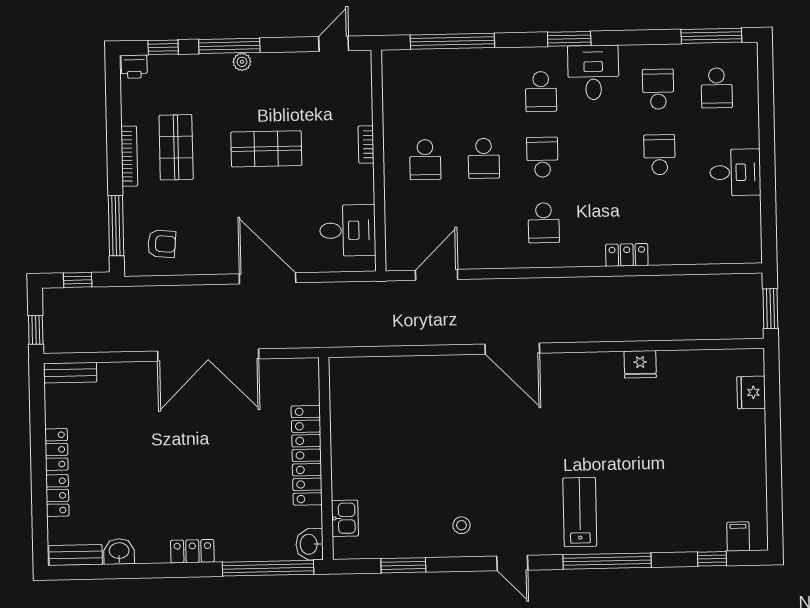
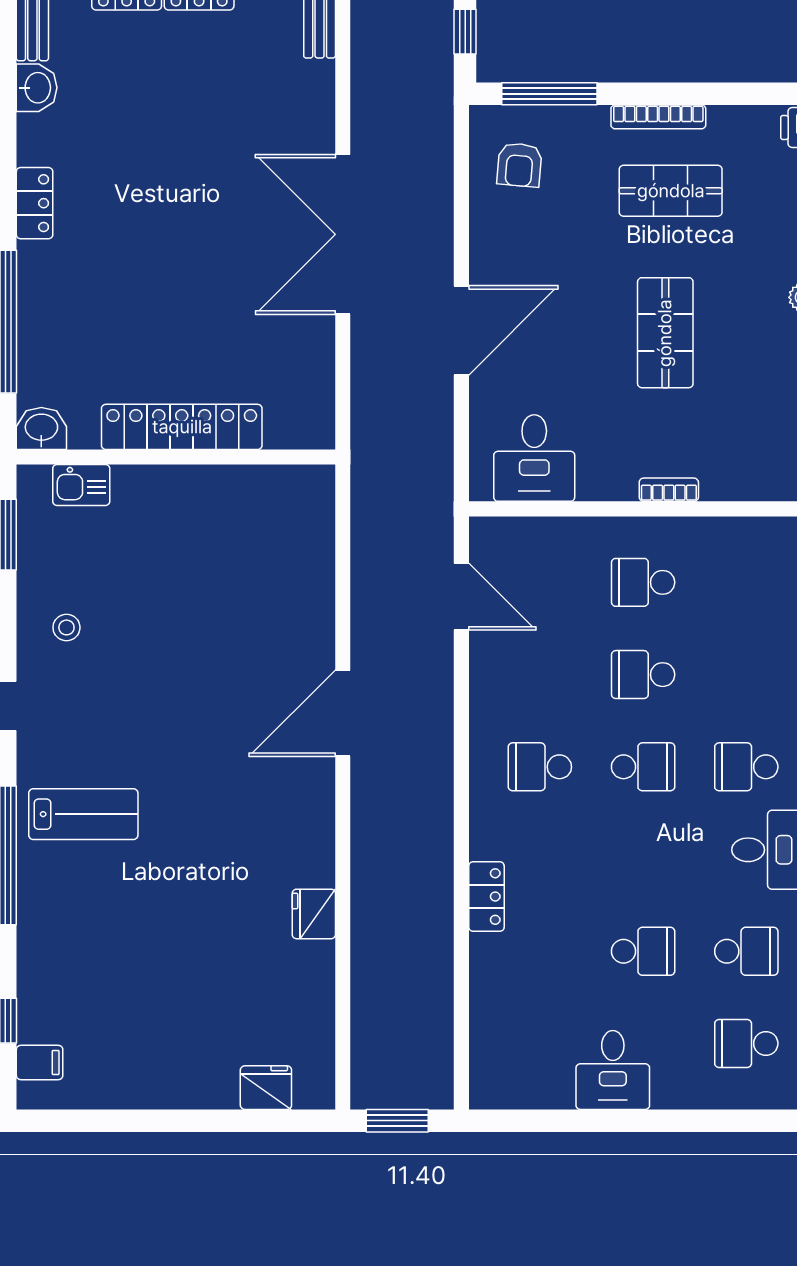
locker: (307, 455) -> (182, 427), moved
wall: (326, 459) -> (176, 457), moved
kitchen sink: (345, 518) -> (81, 485), moved
washbasin: (309, 544) -> (41, 428), moved

